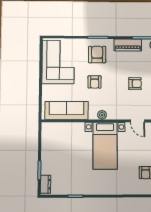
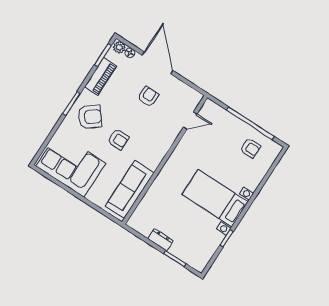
armchair: (97, 55) -> (90, 117), turned 142
plant: (102, 115) -> (159, 154), removed
bed with nightstands: (105, 146) -> (215, 198), moved, turned 180
dresser: (46, 184) -> (160, 240), moved

